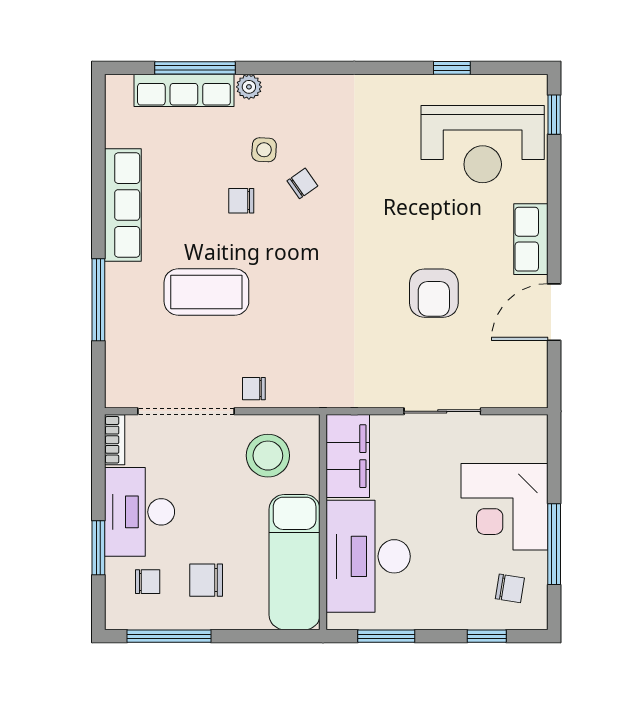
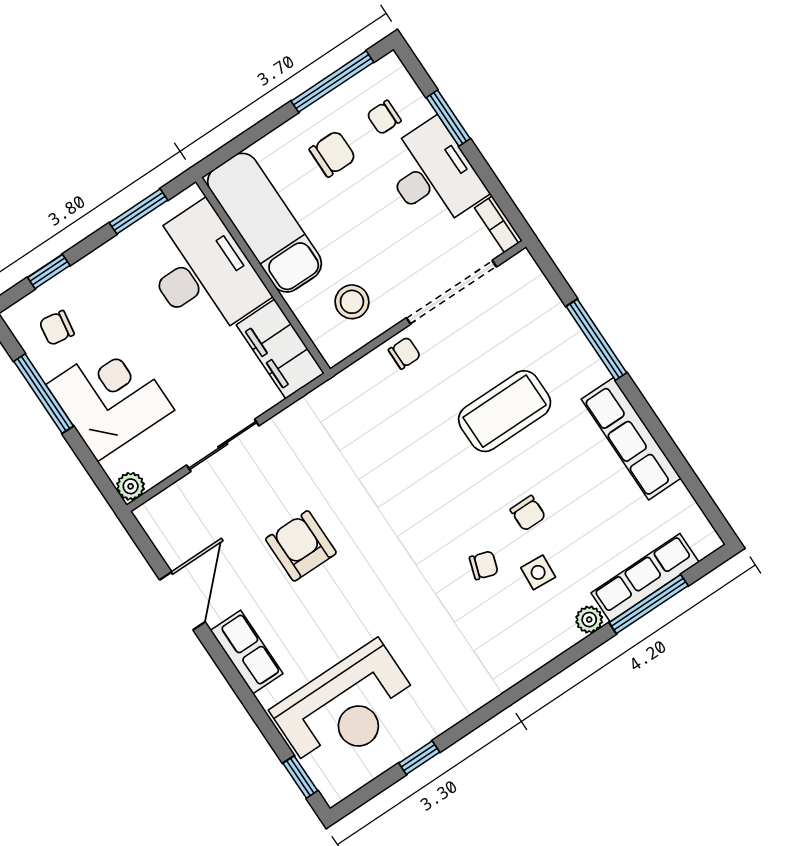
reception desk: (483, 144) -> (346, 708), turned 180
chair: (302, 183) -> (484, 565), turned -127
chair: (241, 201) -> (528, 513), turned 90
plant: (535, 427) -> (131, 486), added
stool: (268, 456) -> (352, 302), width x0.73, depth x0.73

